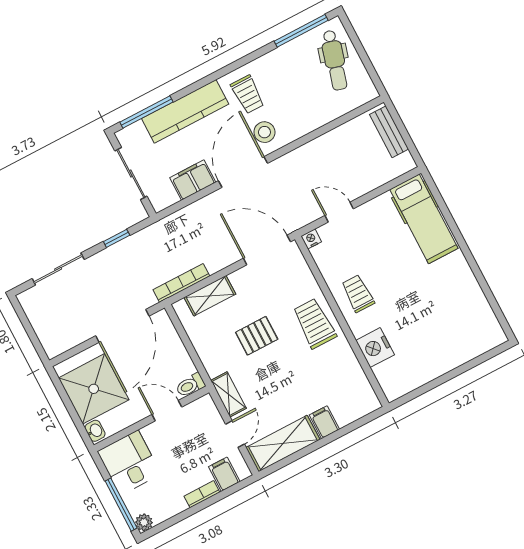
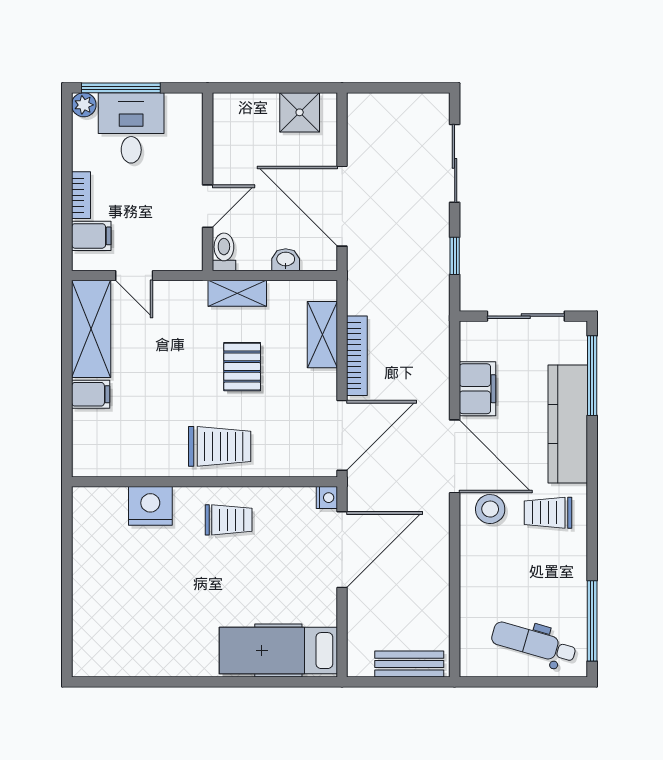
door: (339, 212) -> (342, 550), width x1.88
bookcase: (181, 283) -> (357, 356), moved
shower: (94, 389) -> (300, 112), width x0.54, depth x0.54
shelving: (229, 394) -> (237, 293), moved
washbasin: (95, 431) -> (286, 260), moved, turned 180
desk: (129, 463) -> (131, 128), moved, turned -90

